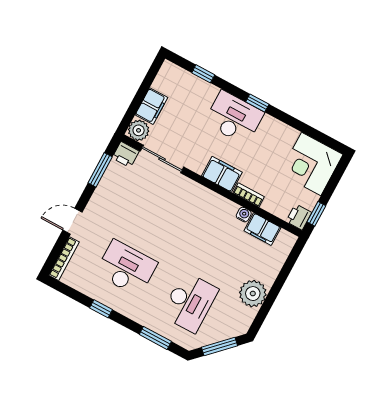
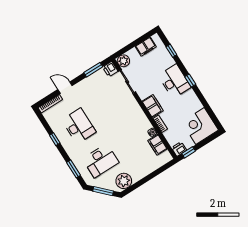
filing cabinet: (151, 106) -> (146, 47), moved
plant: (253, 294) -> (124, 181), moved

